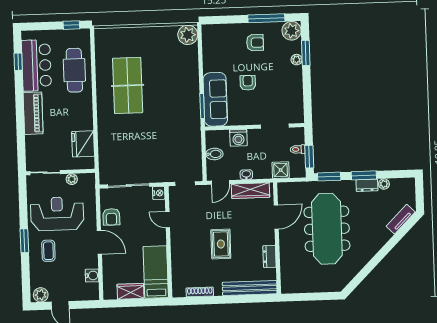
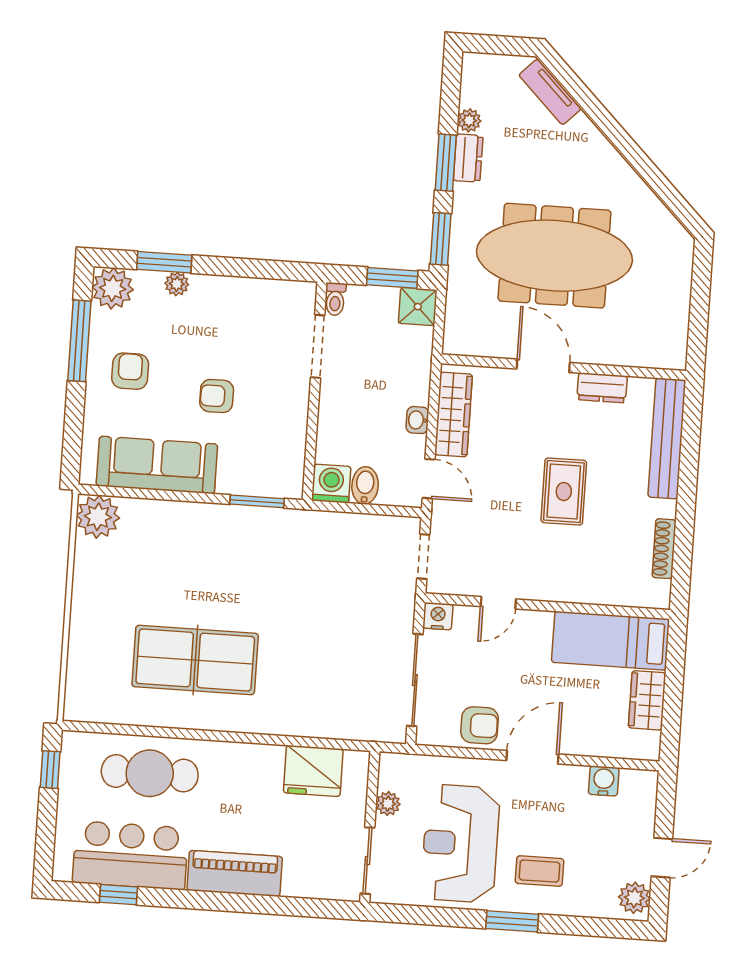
sofa: (215, 99) -> (157, 465), moved
washing machine: (238, 138) -> (331, 484), moved, turned -90
toilet: (298, 149) -> (335, 299), moved
shower: (281, 170) -> (418, 307), moved
door: (276, 217) -> (543, 366), moved
rug: (221, 244) -> (564, 492), turned 90

